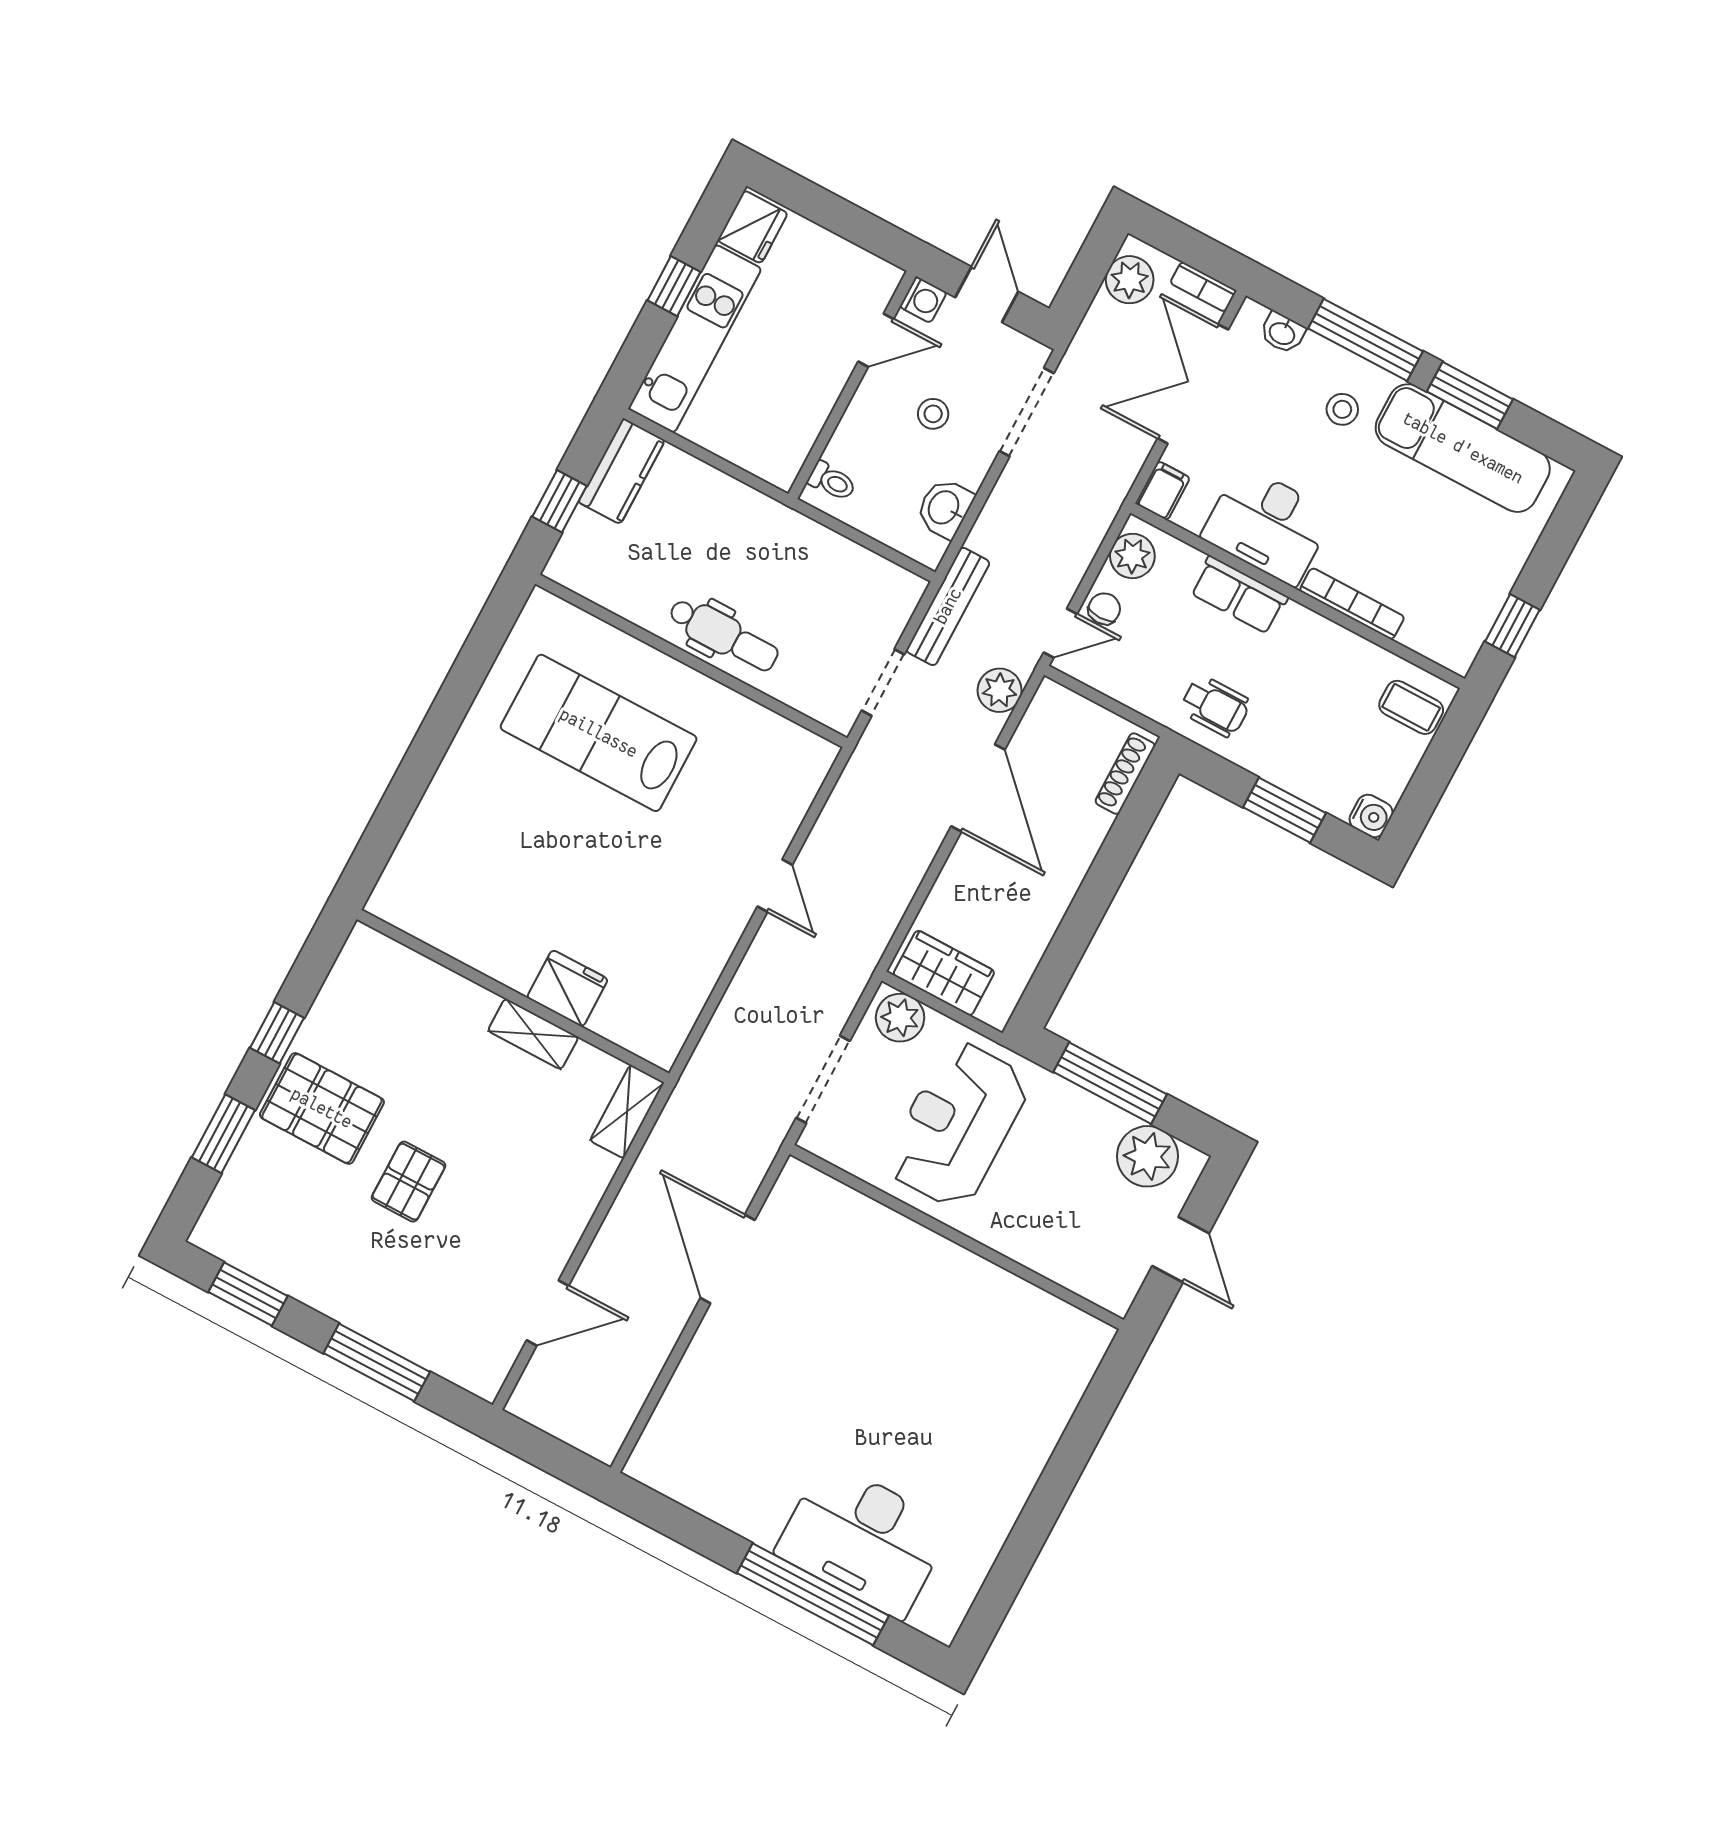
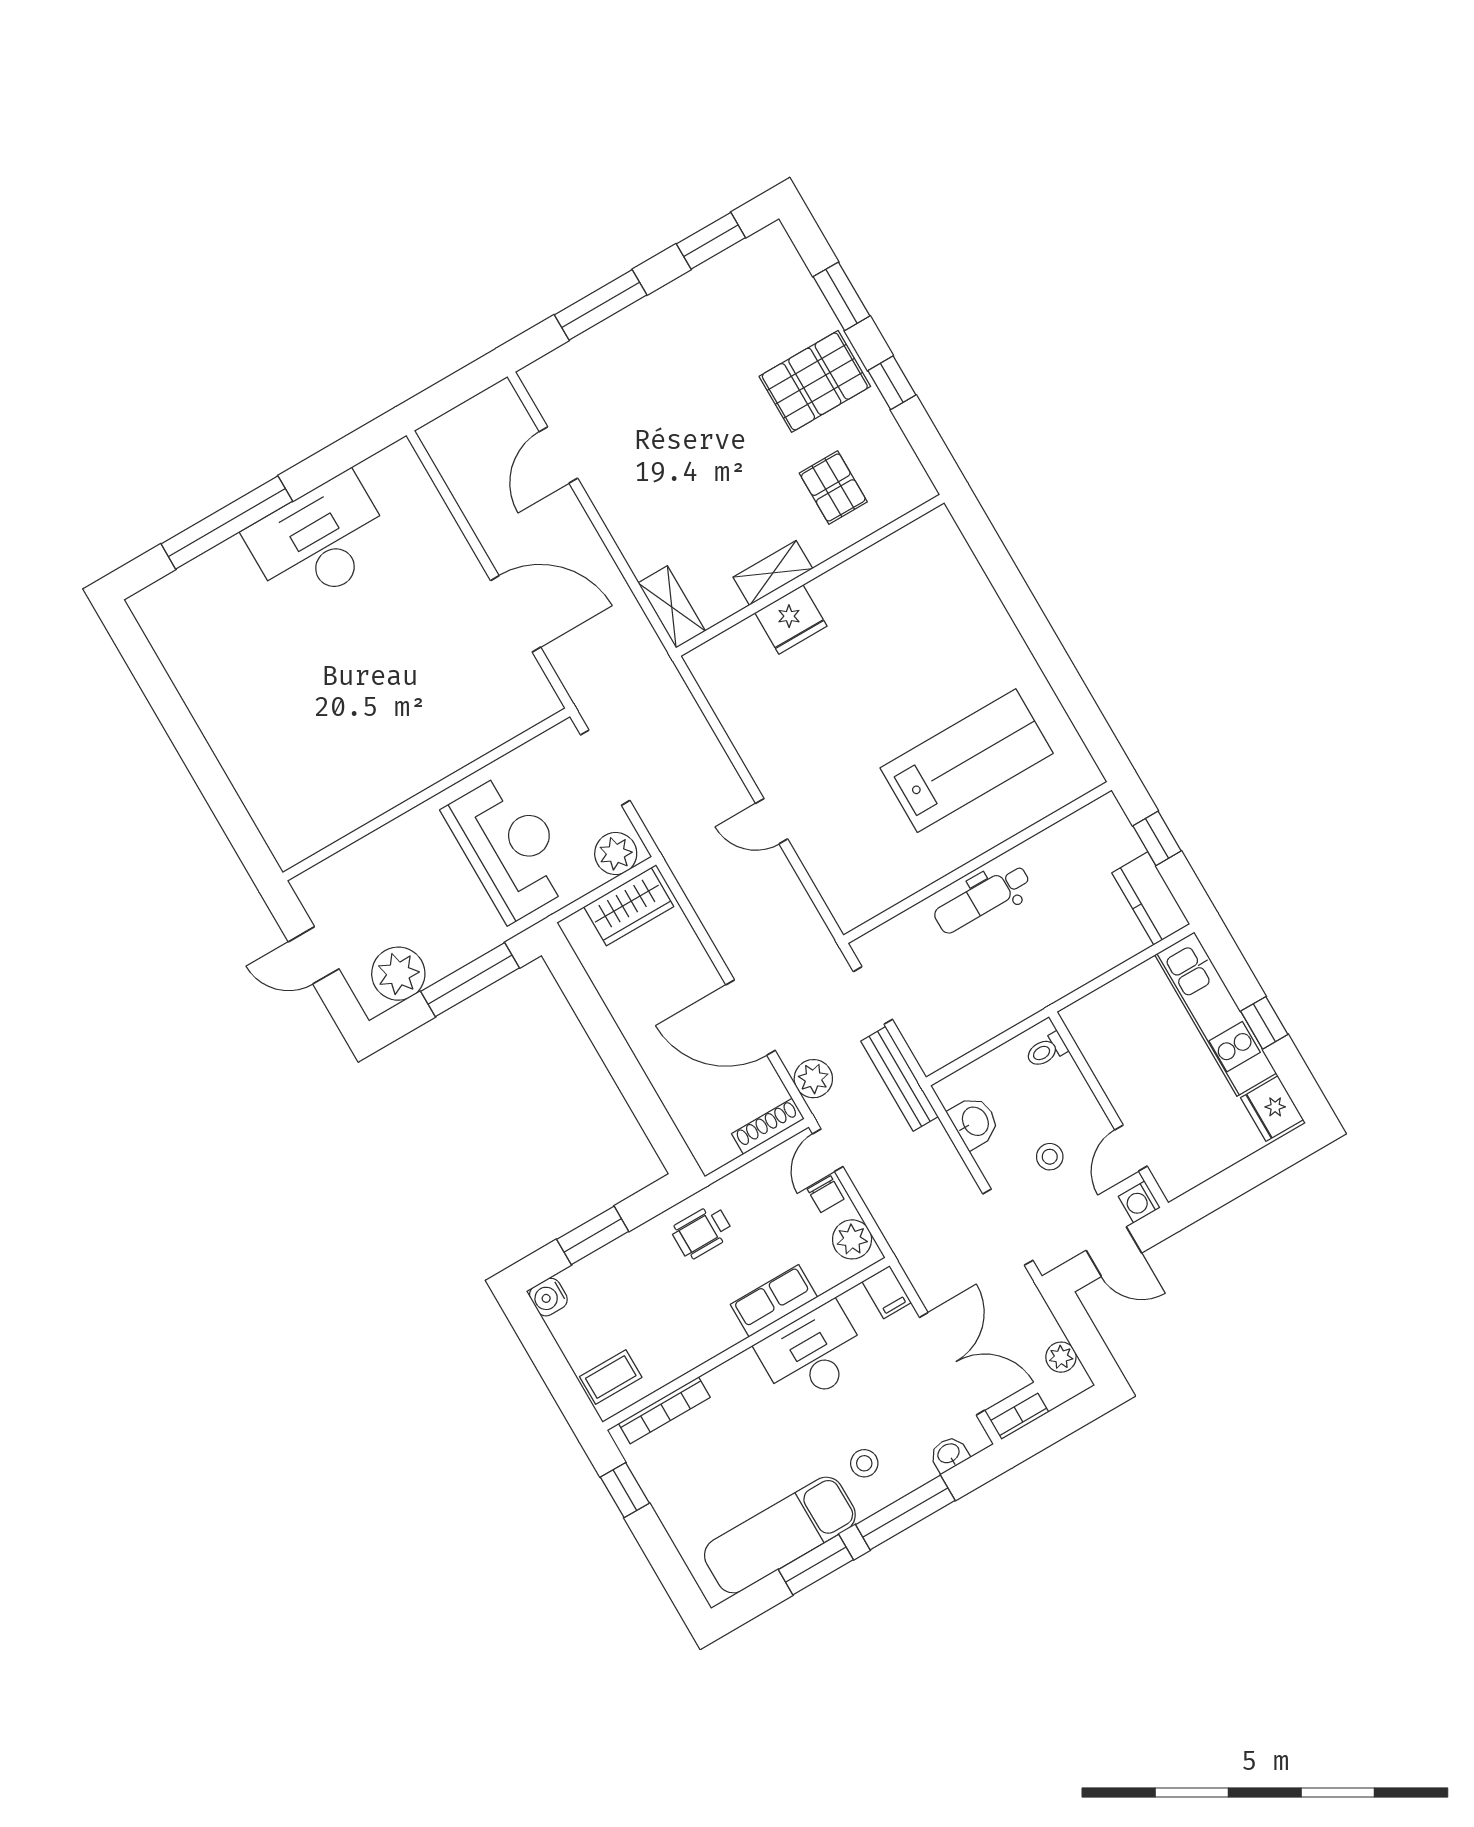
plant: (1130, 280) -> (1061, 1357), width x0.73, depth x0.73
bookcase: (1352, 604) -> (664, 1410), moved
shoe rack: (1125, 774) -> (768, 1126), moved, turned -90
pallet: (409, 1182) -> (833, 488), moved
desk: (863, 1539) -> (320, 542), moved

